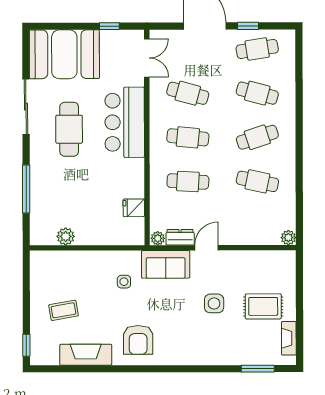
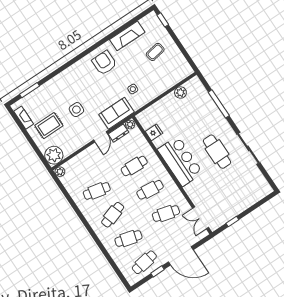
booth: (64, 54) -> (246, 190), removed
bar counter: (125, 122) -> (180, 161), moved
plant: (282, 264) -> (54, 155), added

